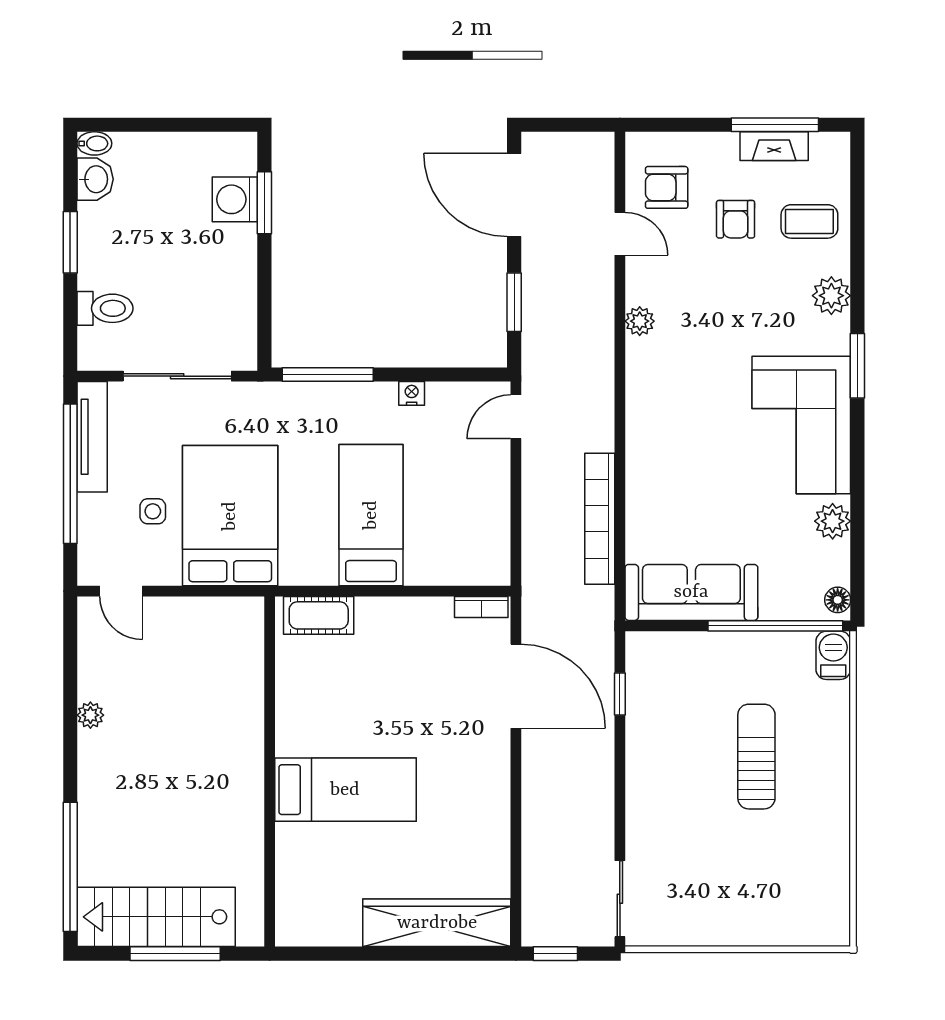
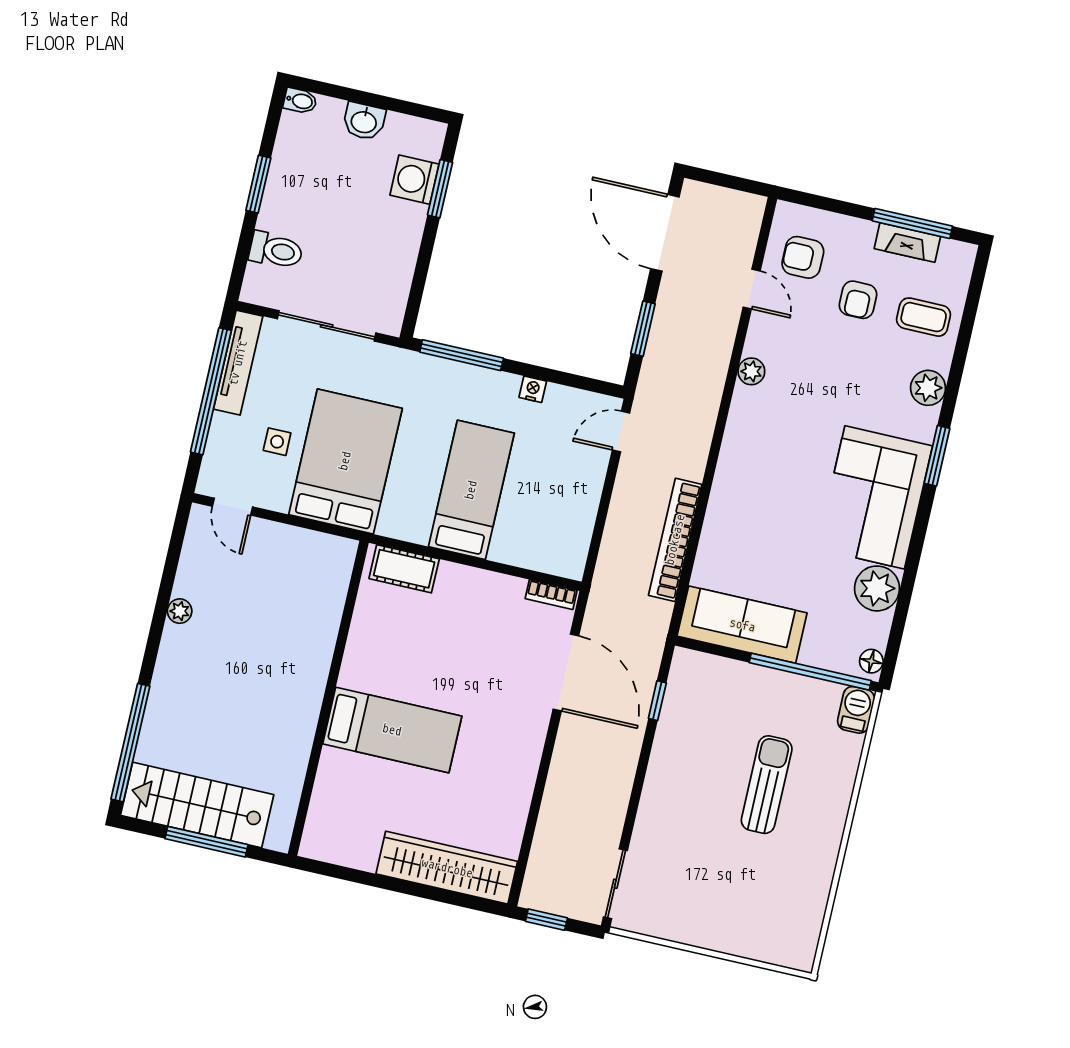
washbasin: (95, 179) -> (364, 121), moved, turned 90
plant: (833, 521) -> (877, 588), width x1.36, depth x1.36

